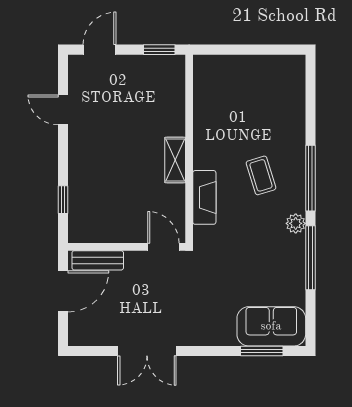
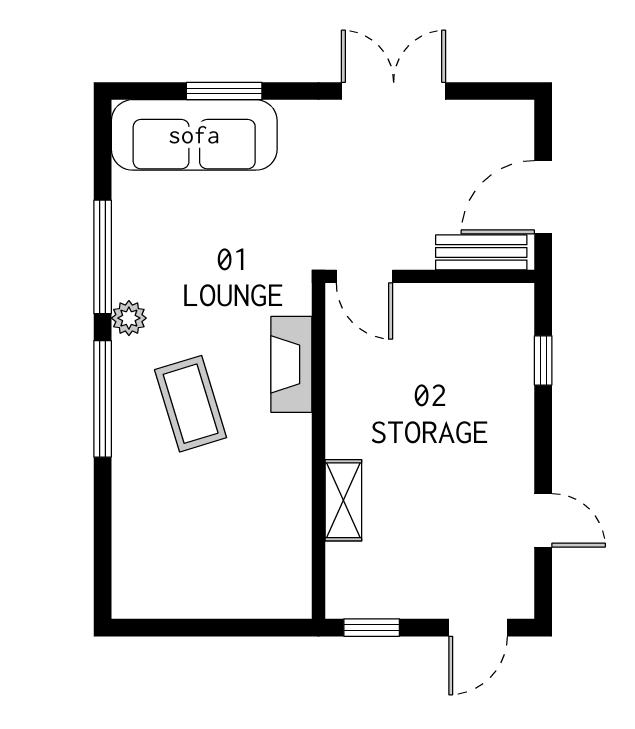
shelving: (175, 160) -> (343, 500), moved
coffee table: (261, 175) -> (191, 404), width x1.36, depth x1.30
sofa: (271, 326) -> (194, 135), width x1.36
window: (262, 351) -> (224, 91), moved

